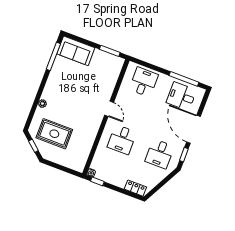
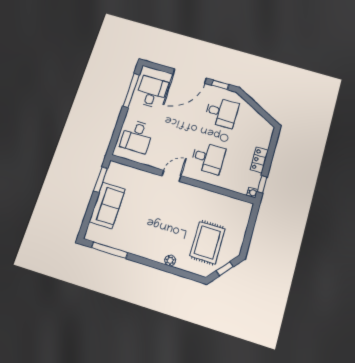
sofa: (76, 51) -> (107, 205), moved
desk: (144, 82) -> (137, 137), turned -90
desk: (181, 96) -> (152, 92), turned 180
locker: (135, 188) -> (259, 160), moved

